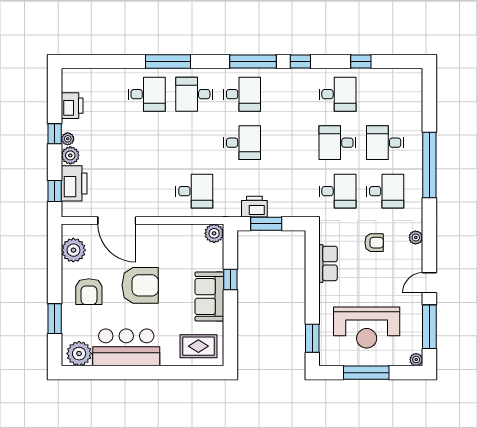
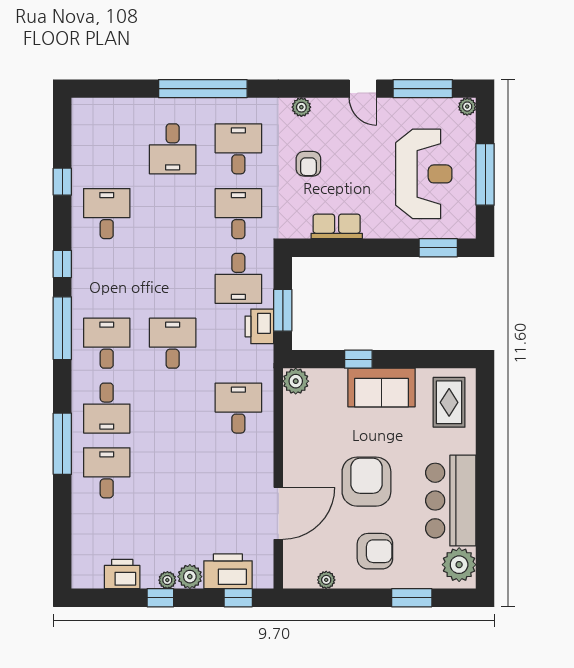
desk: (337, 143) -> (238, 278), moved
armchair: (374, 243) -> (308, 164), turned 180
plant: (73, 250) -> (326, 580), width x0.53, depth x0.53

